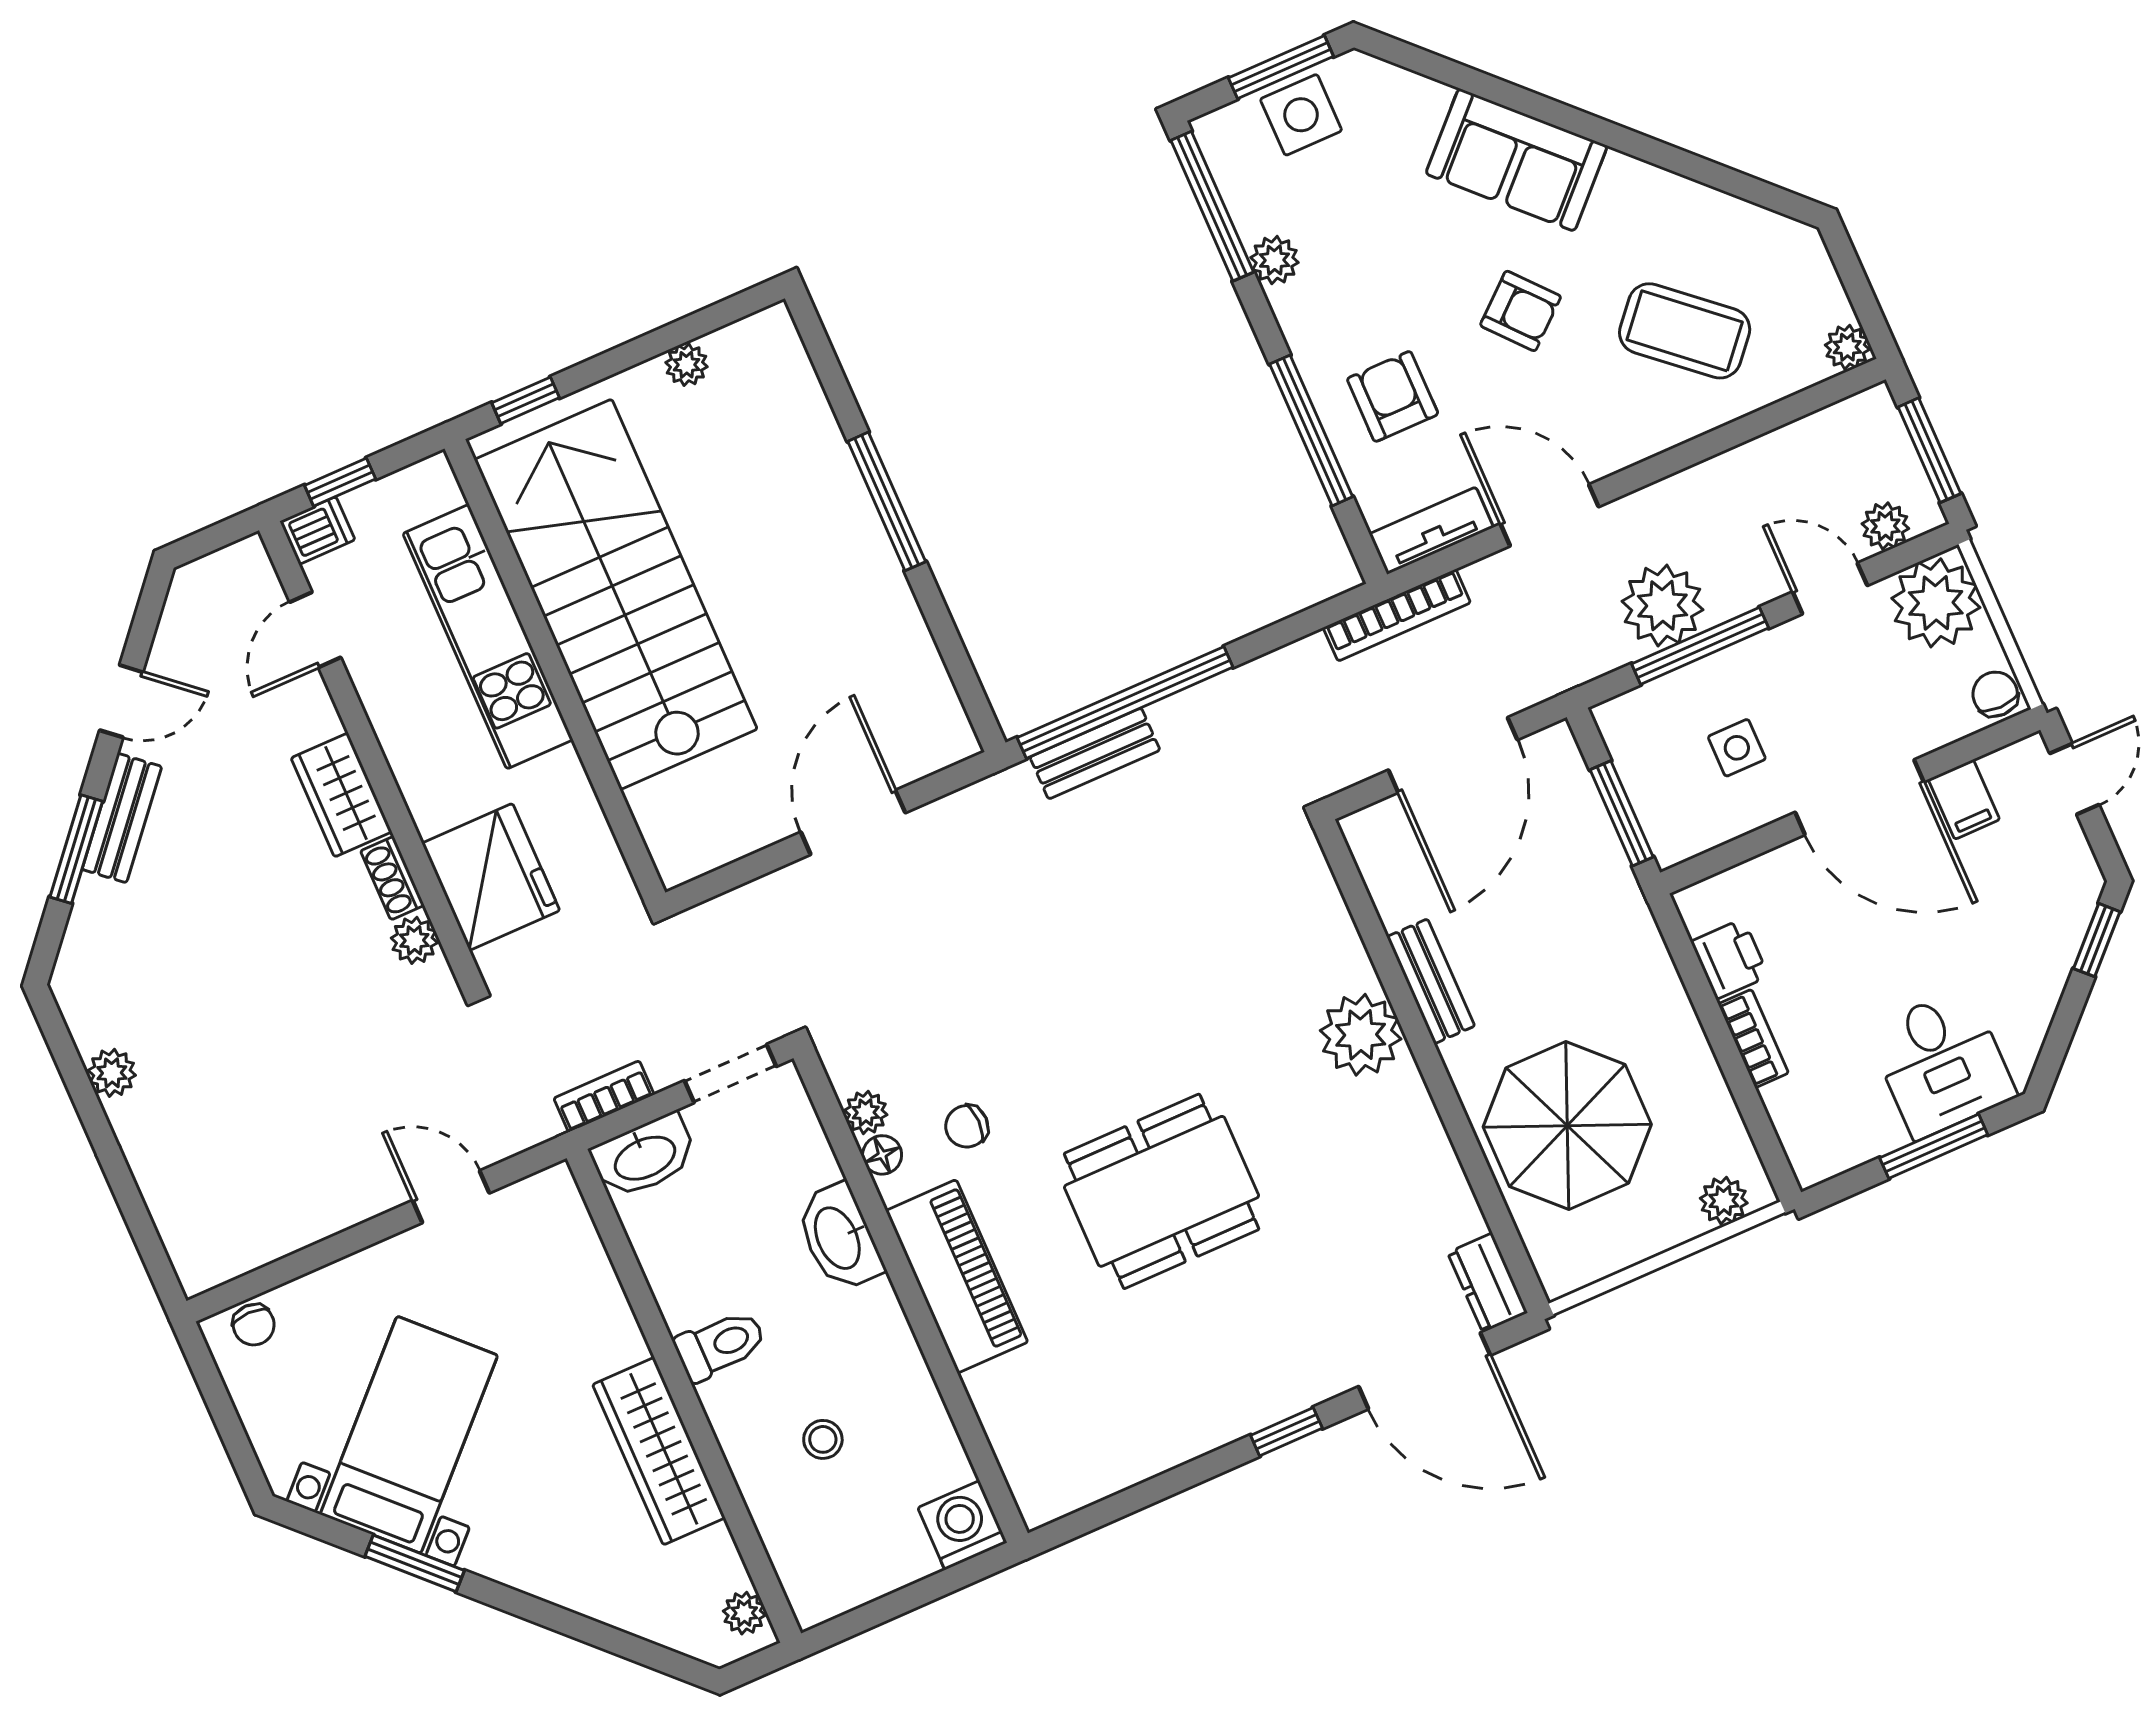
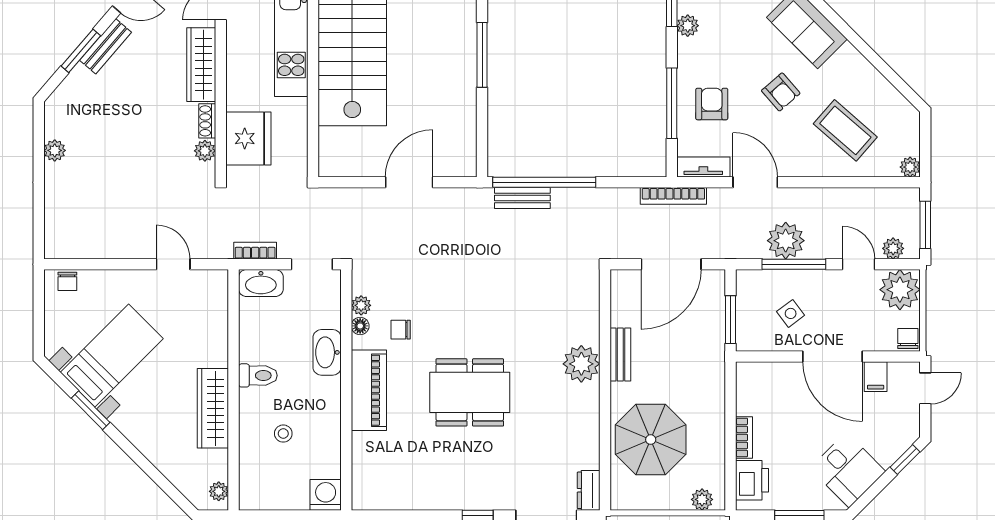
side table: (1737, 748) -> (791, 313), turned -37
wardrobe: (341, 795) -> (201, 65), width x1.50
printer: (1730, 959) -> (752, 480), moved, width x1.36, depth x1.24
desk: (1942, 1063) -> (848, 470), moved, turned -45

